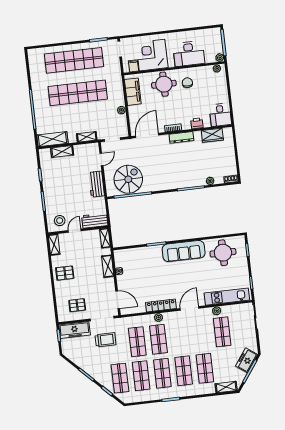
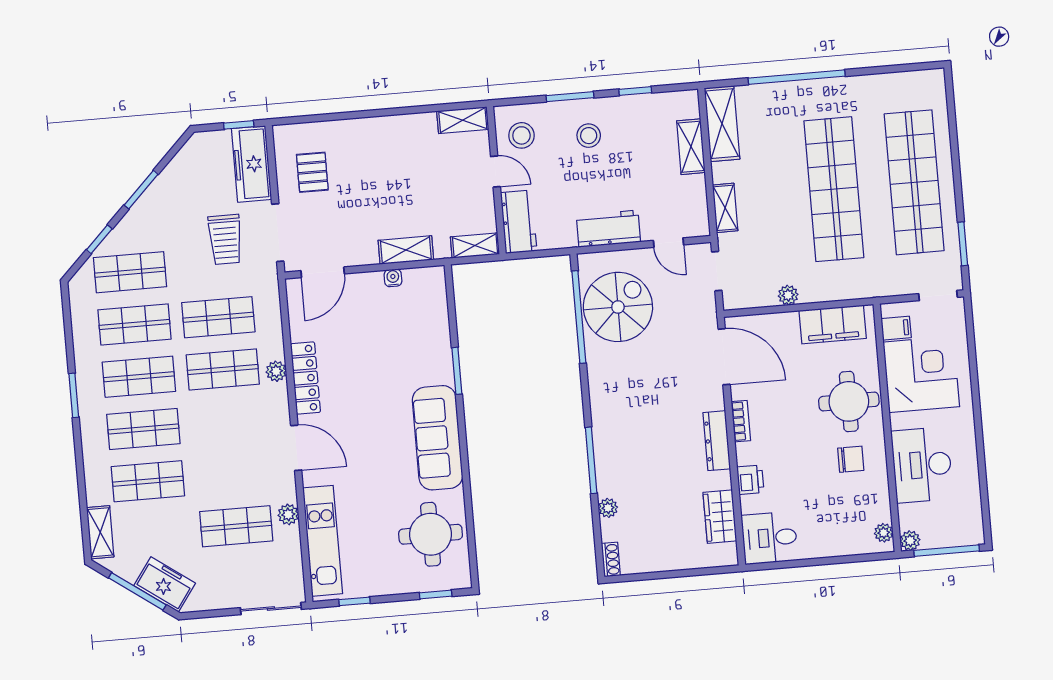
spiral stairs: (128, 179) -> (618, 307), turned -90
stool: (59, 193) -> (589, 136), added
pallet: (65, 273) -> (392, 144), removed

